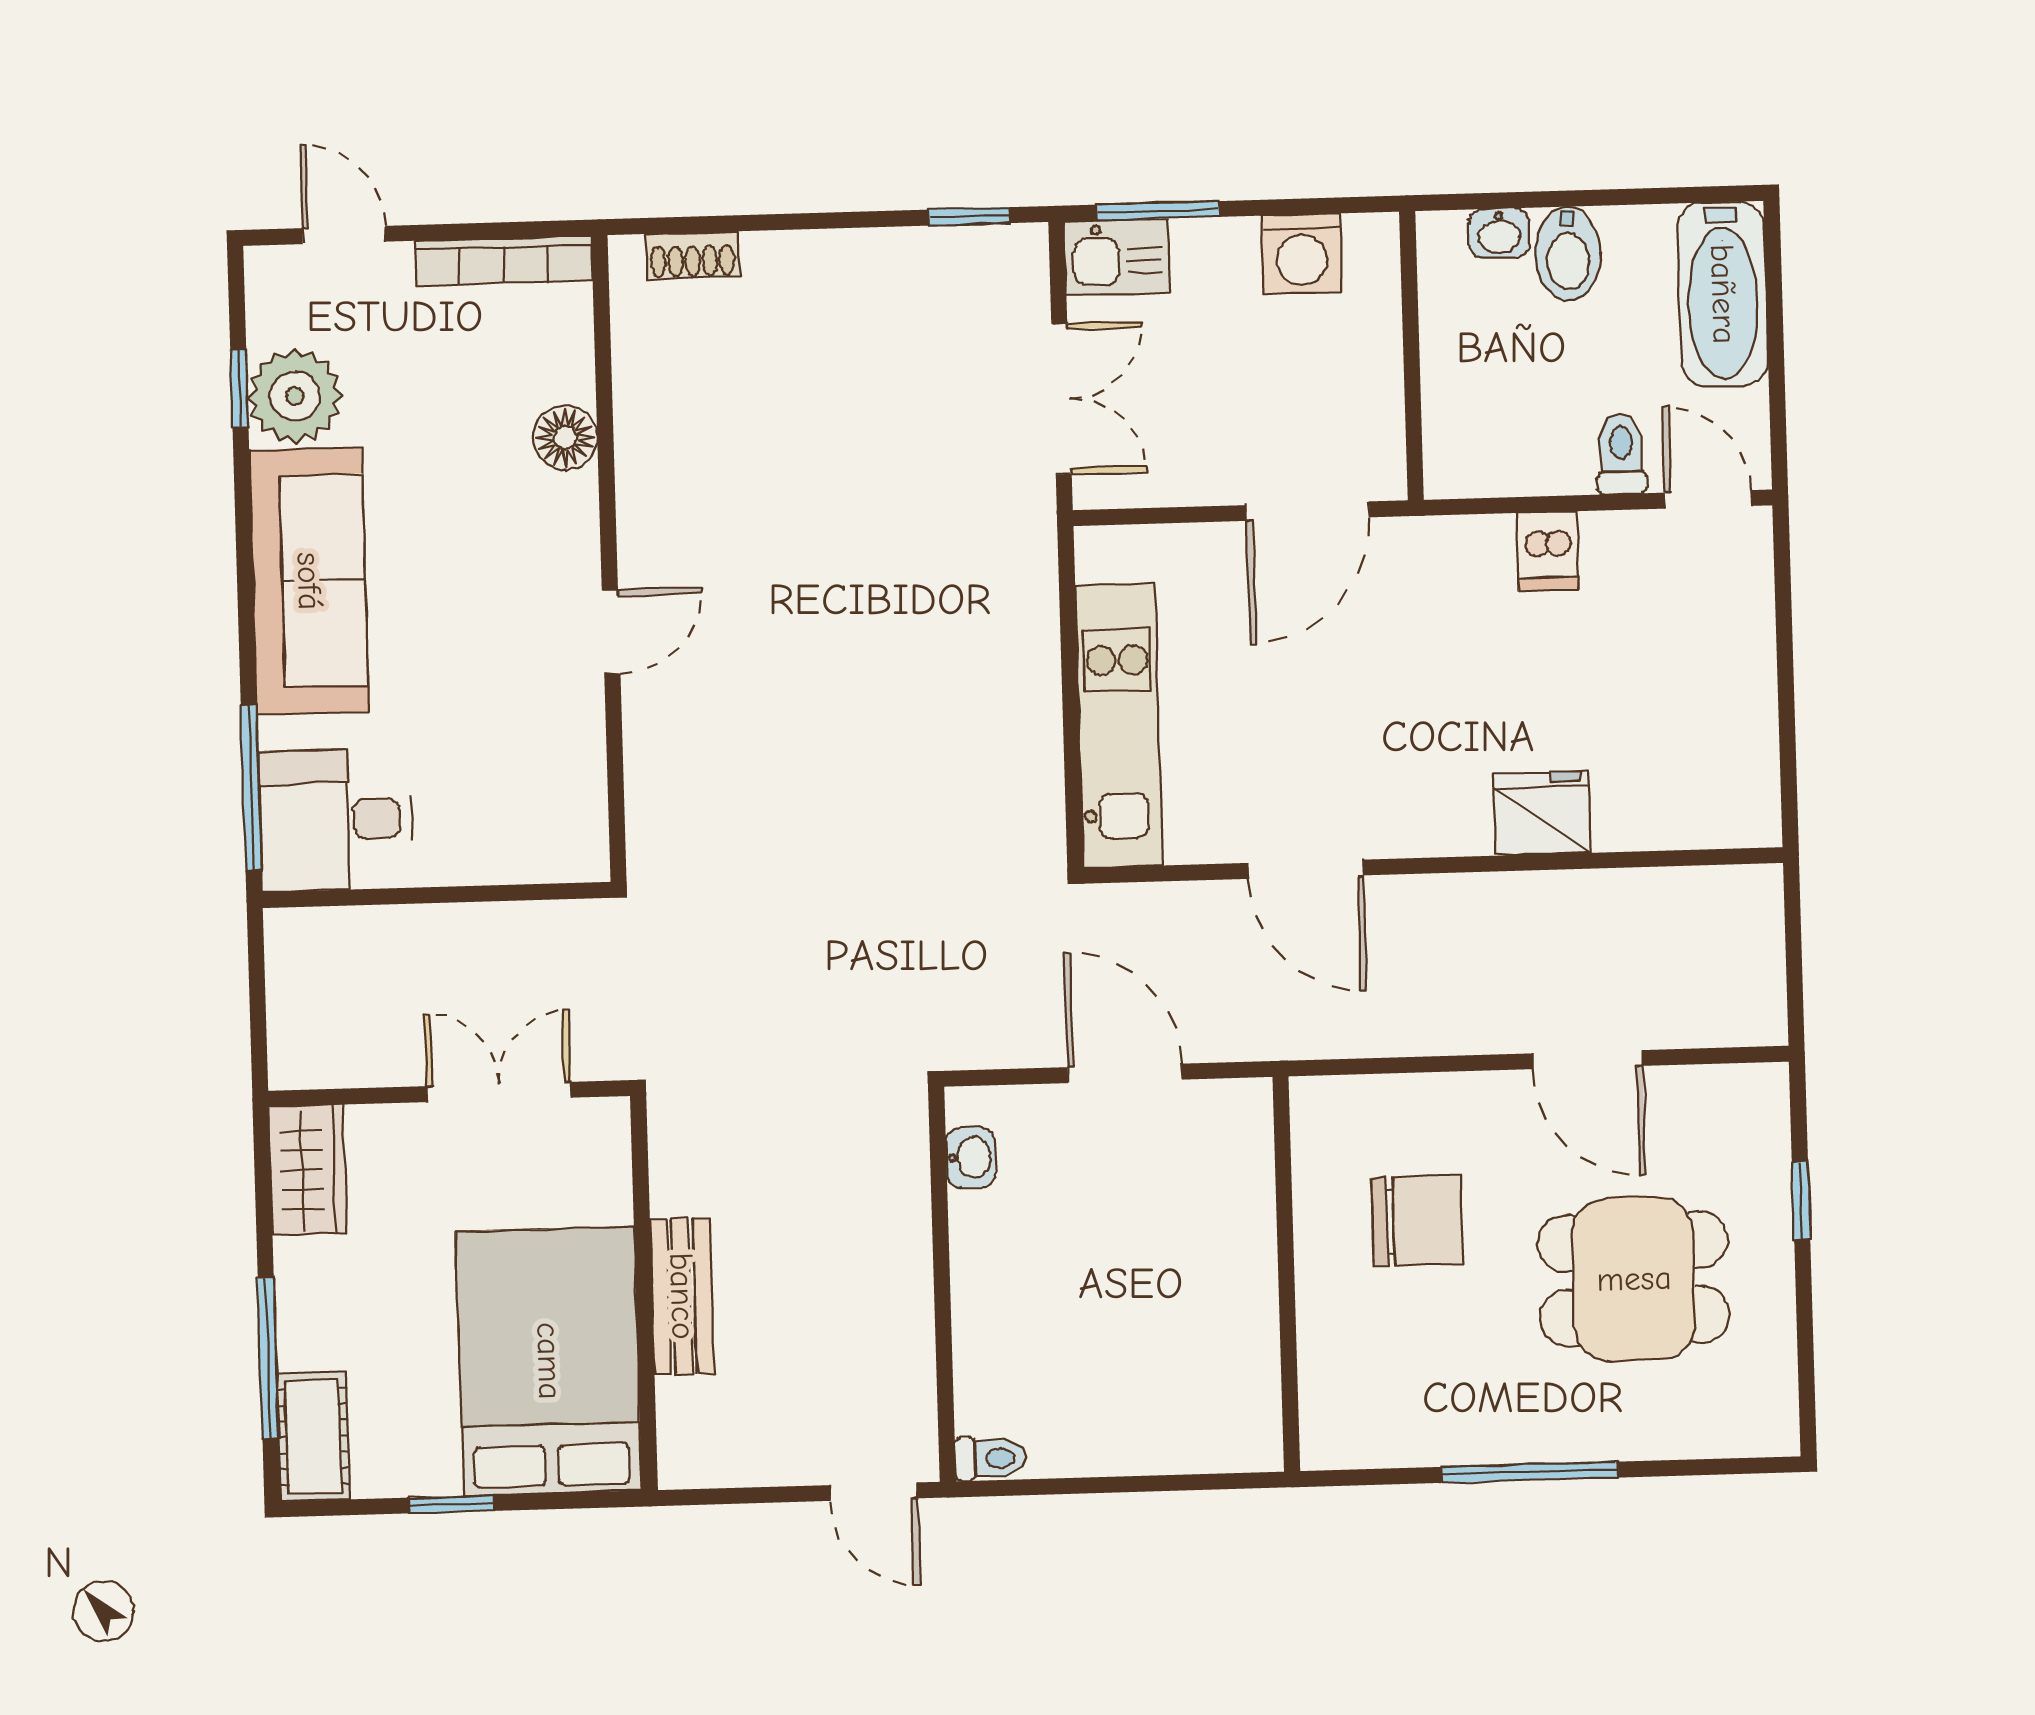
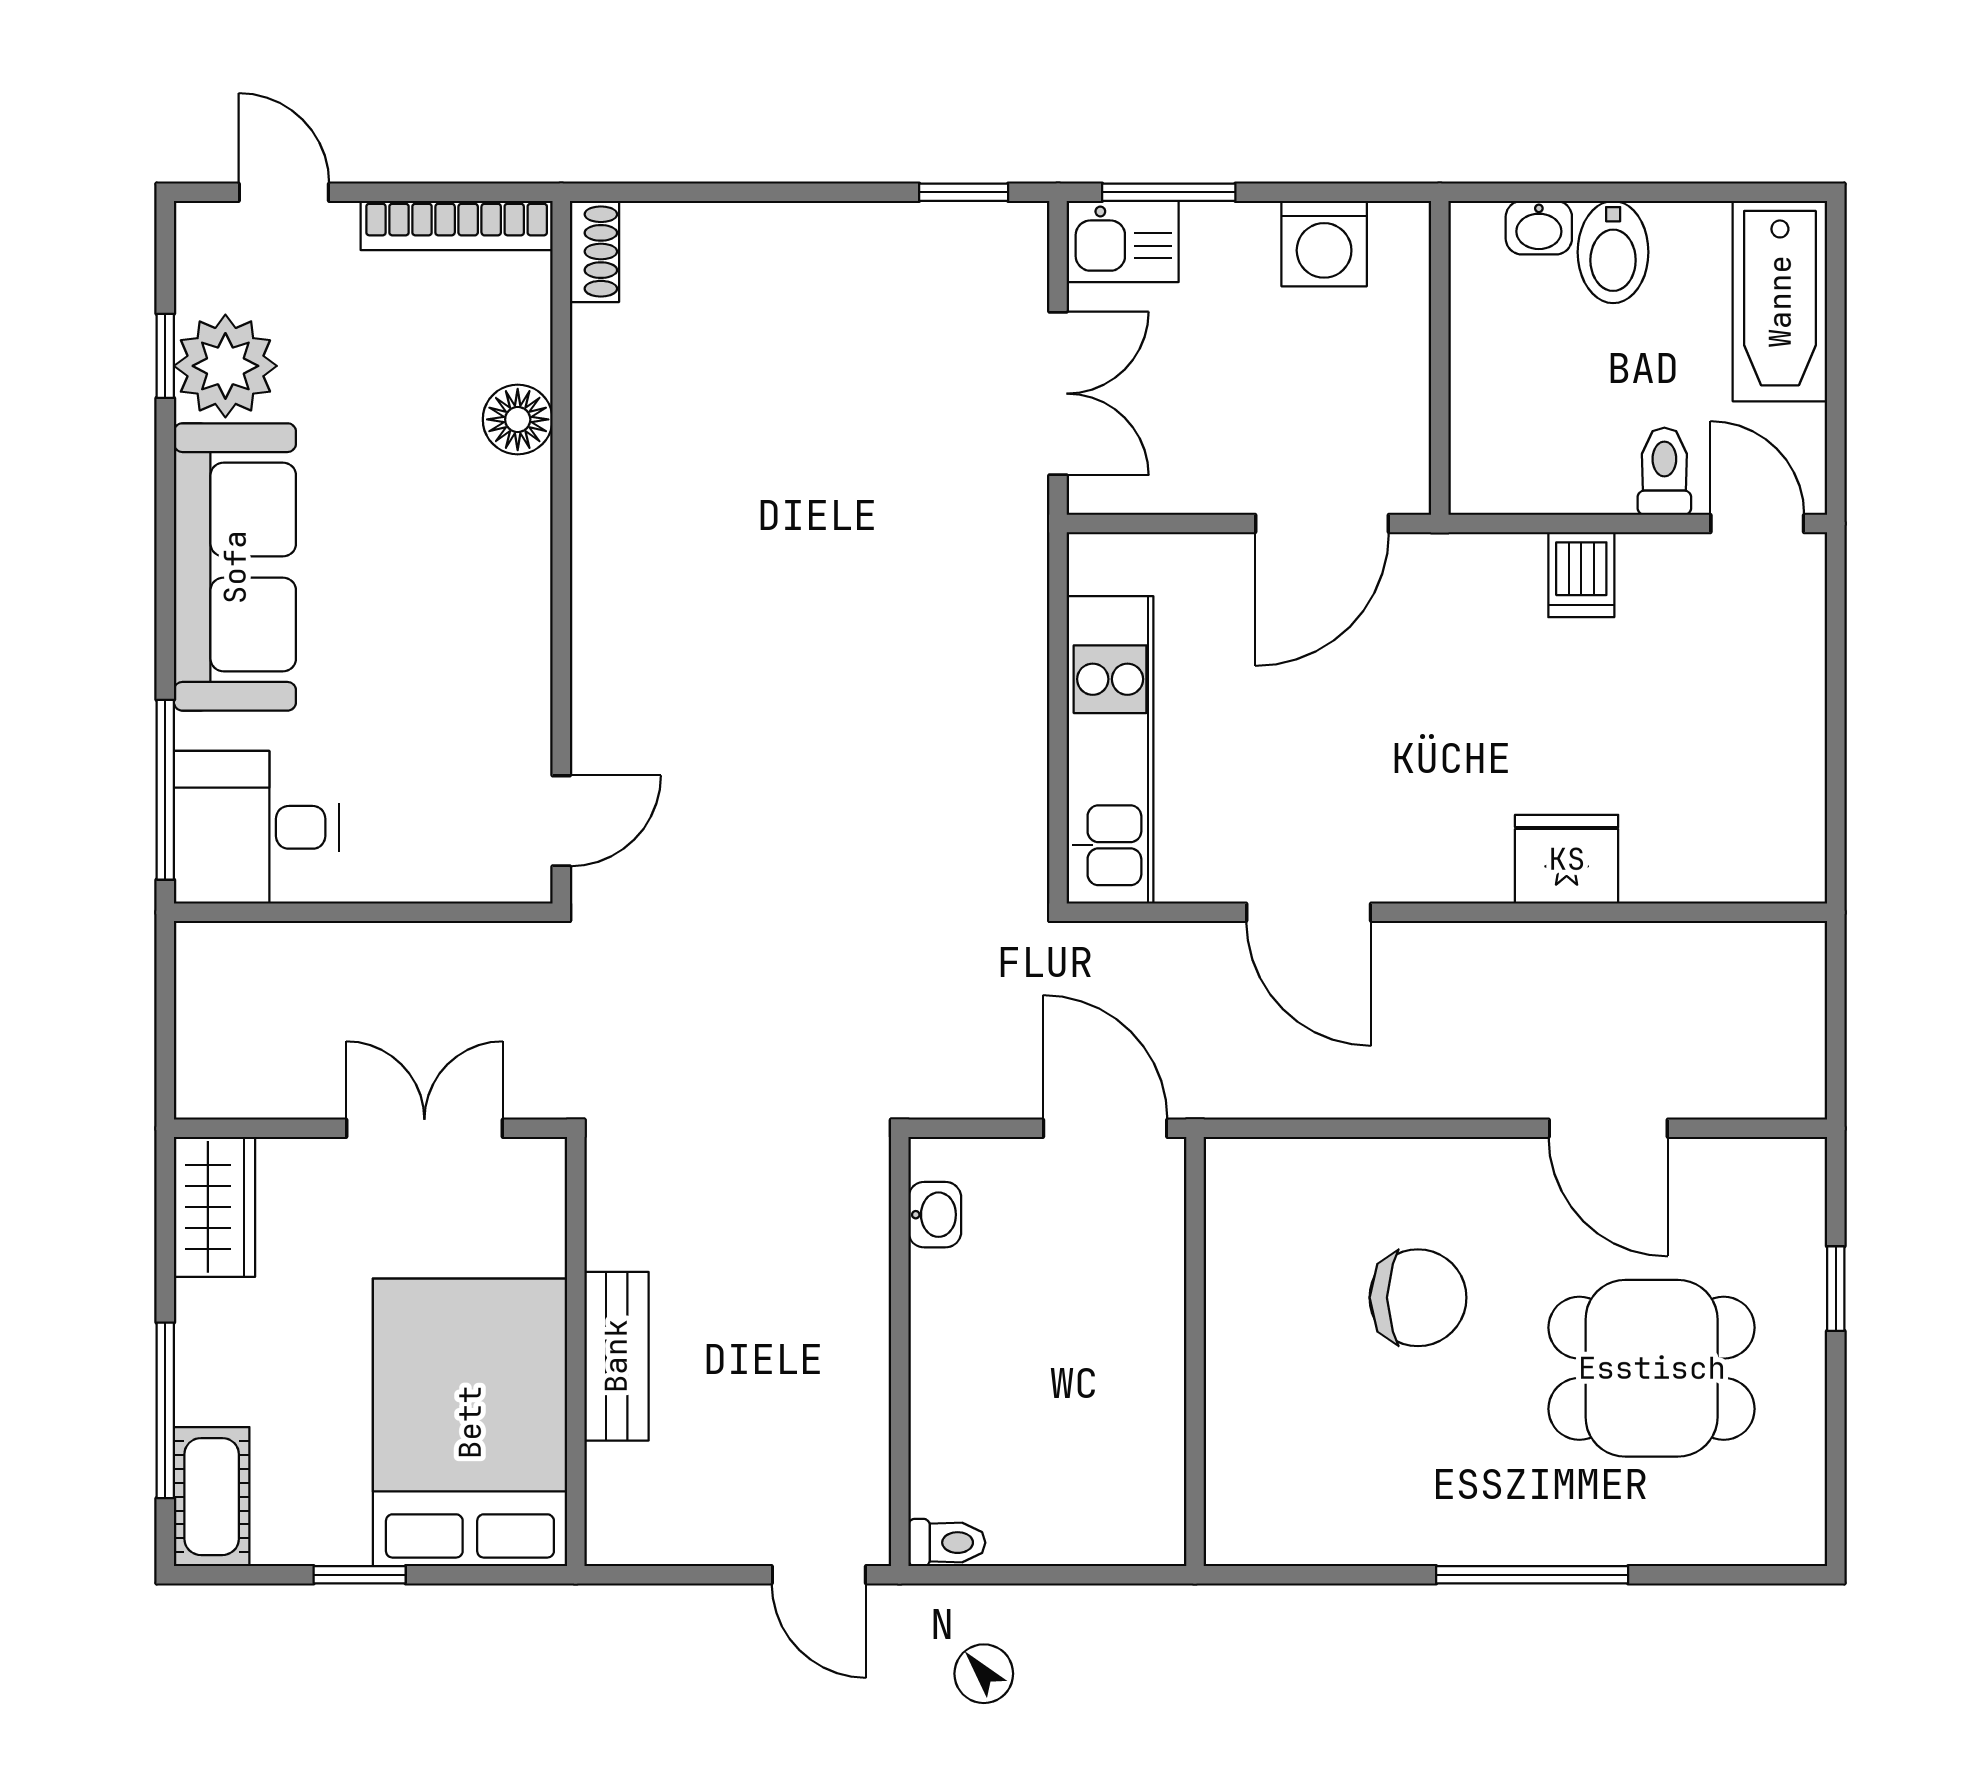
shoe rack: (693, 255) -> (594, 251), moved, turned -90
door: (611, 632) -> (561, 821), moved
wall: (1286, 1274) -> (1195, 1352), moved

